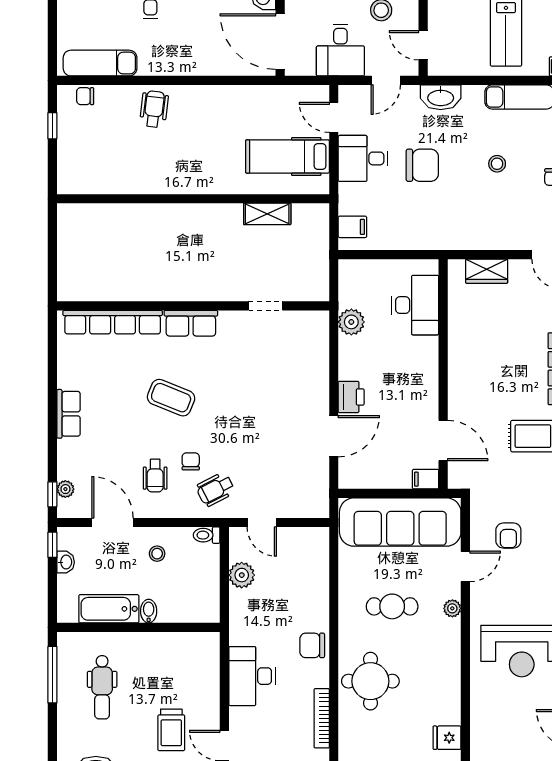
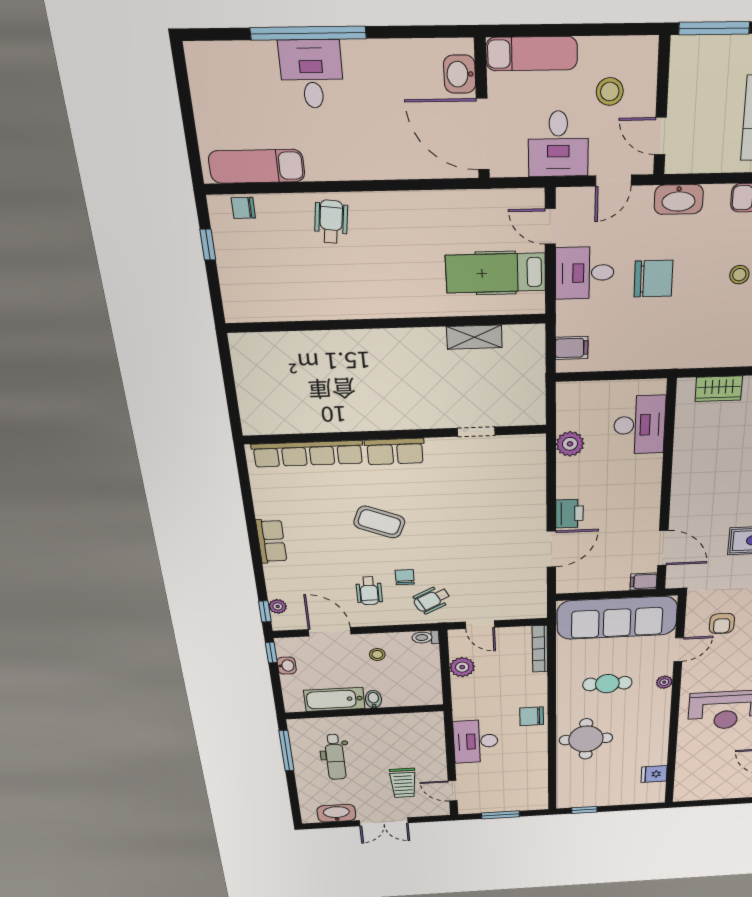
bookcase: (322, 718) -> (540, 649), moved

